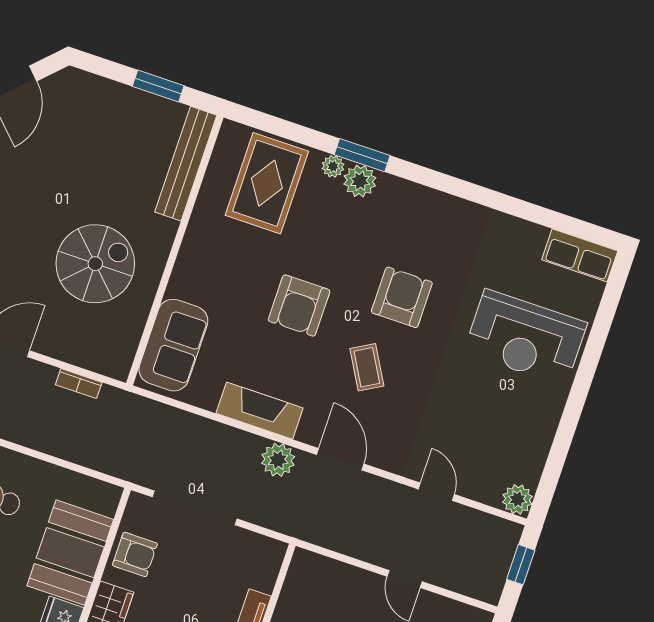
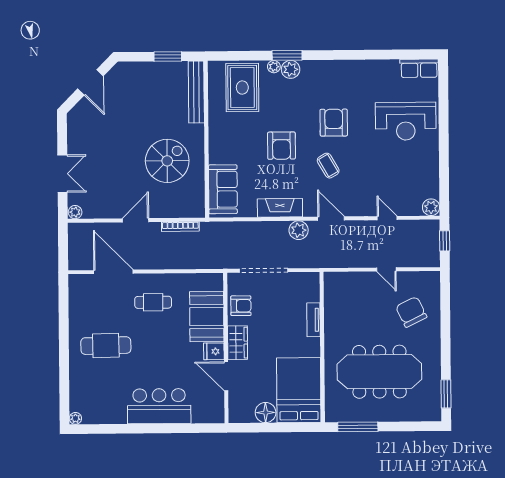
bookcase: (79, 384) -> (180, 227), width x1.56

